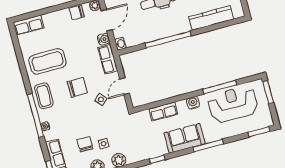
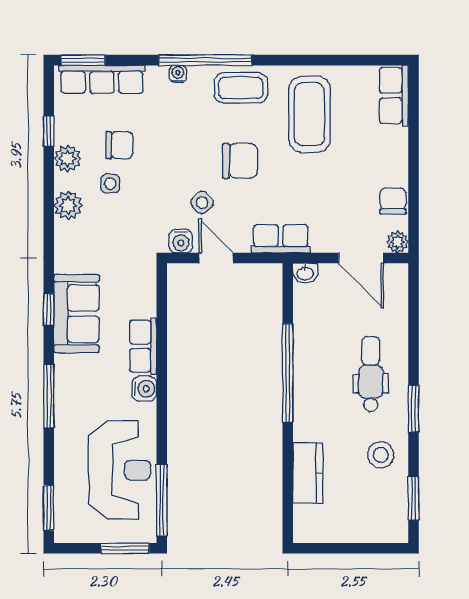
kitchen counter: (211, 18) -> (308, 473), width x0.67
water cooler: (104, 39) -> (181, 241), moved
chair: (77, 87) -> (240, 161), turned -90
window: (220, 87) -> (162, 500), moved
row of seats: (163, 111) -> (143, 346), moved
sofa: (185, 138) -> (77, 314), moved
window: (157, 159) -> (49, 310), moved

